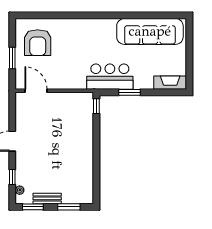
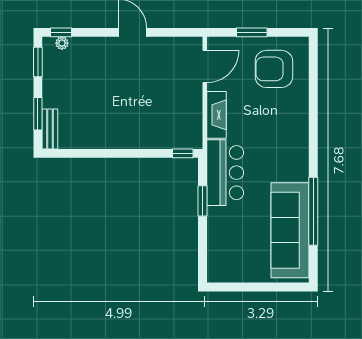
window: (137, 15) -> (313, 211), added
fireplace: (170, 83) -> (216, 115), moved
window: (12, 177) -> (61, 32), moved
bench: (47, 198) -> (50, 129), moved

